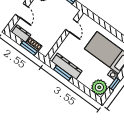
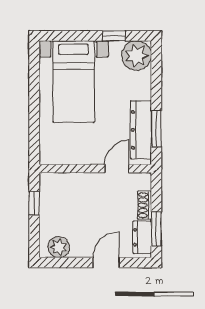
door: (71, 26) -> (117, 169), moved
window: (29, 48) -> (156, 229), moved

